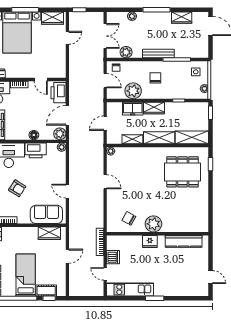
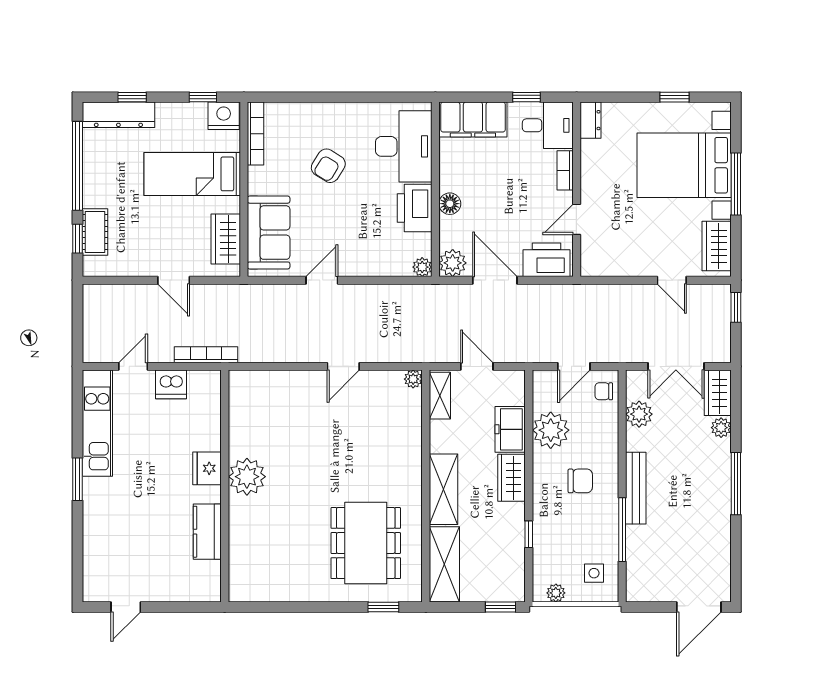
wardrobe: (182, 18) -> (718, 393), moved
shelving: (132, 139) -> (440, 396), moved
chair: (129, 218) -> (260, 420), removed
kitchen counter: (184, 241) -> (207, 532), width x0.67
bed: (26, 275) -> (192, 174), moved, turned 180

